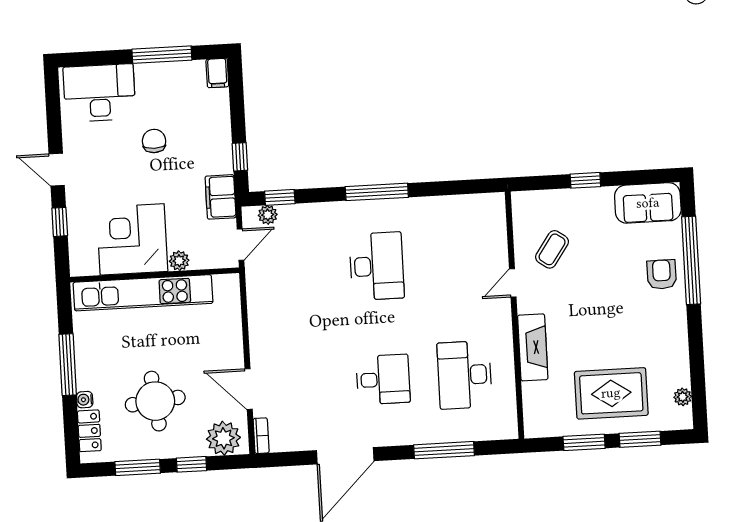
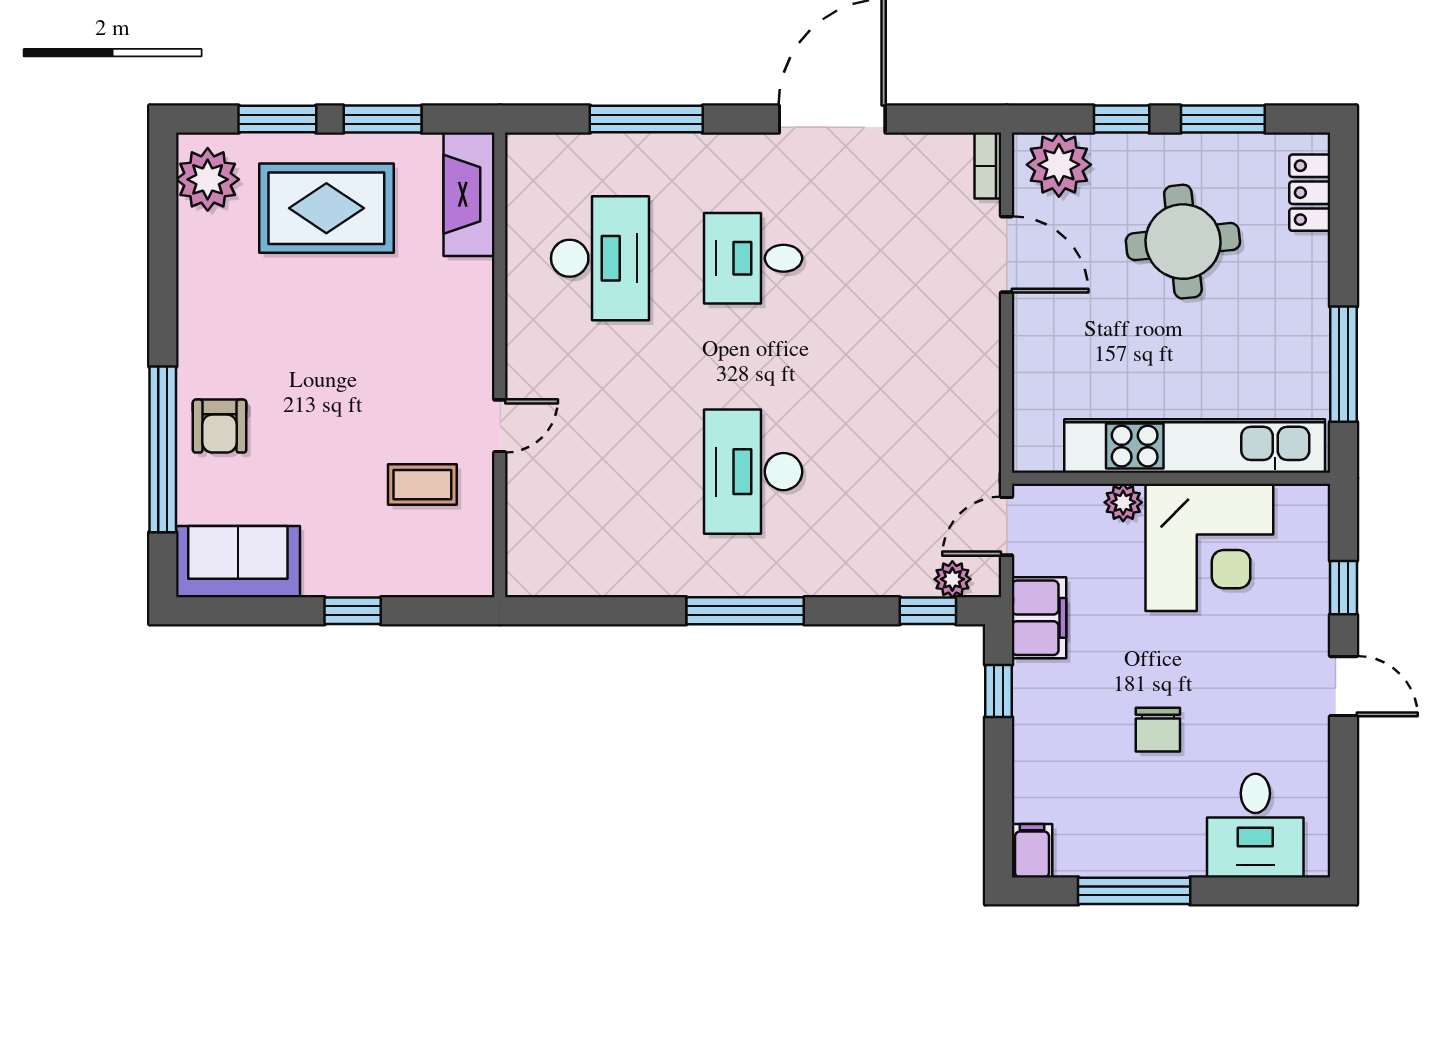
desk: (99, 93) -> (1255, 826), width x0.73
coffee table: (552, 249) -> (422, 485), turned 55
fireplace: (533, 347) -> (469, 194), moved
window: (68, 365) -> (1344, 364), moved
plant: (683, 397) -> (208, 179), width x1.87, depth x1.87
water cooler: (85, 400) -> (1315, 252), removed

